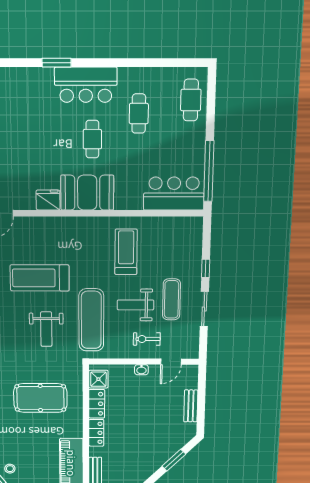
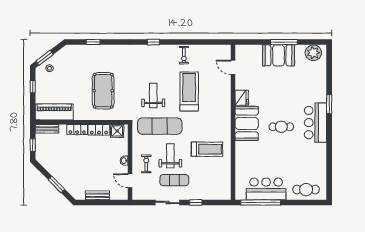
cafe table: (139, 114) -> (298, 157), removed
bar counter: (174, 194) -> (266, 189), moved, turned -90
weight bench: (46, 329) -> (153, 95), turned 90

